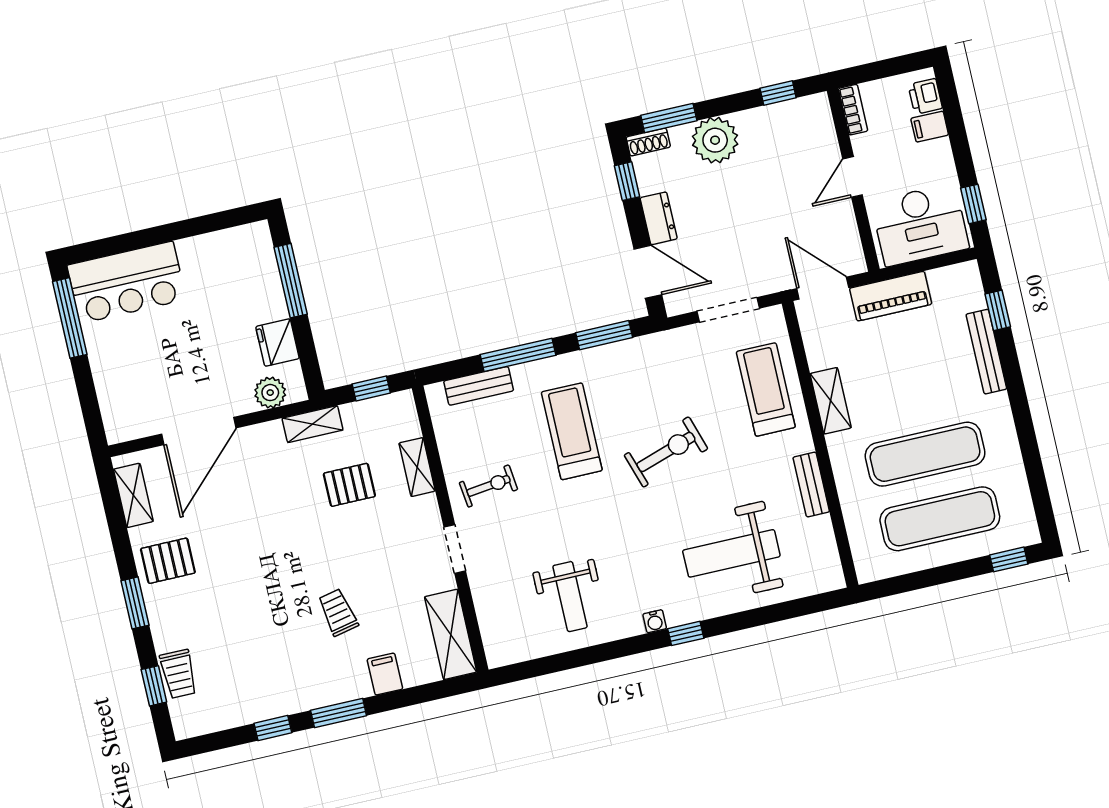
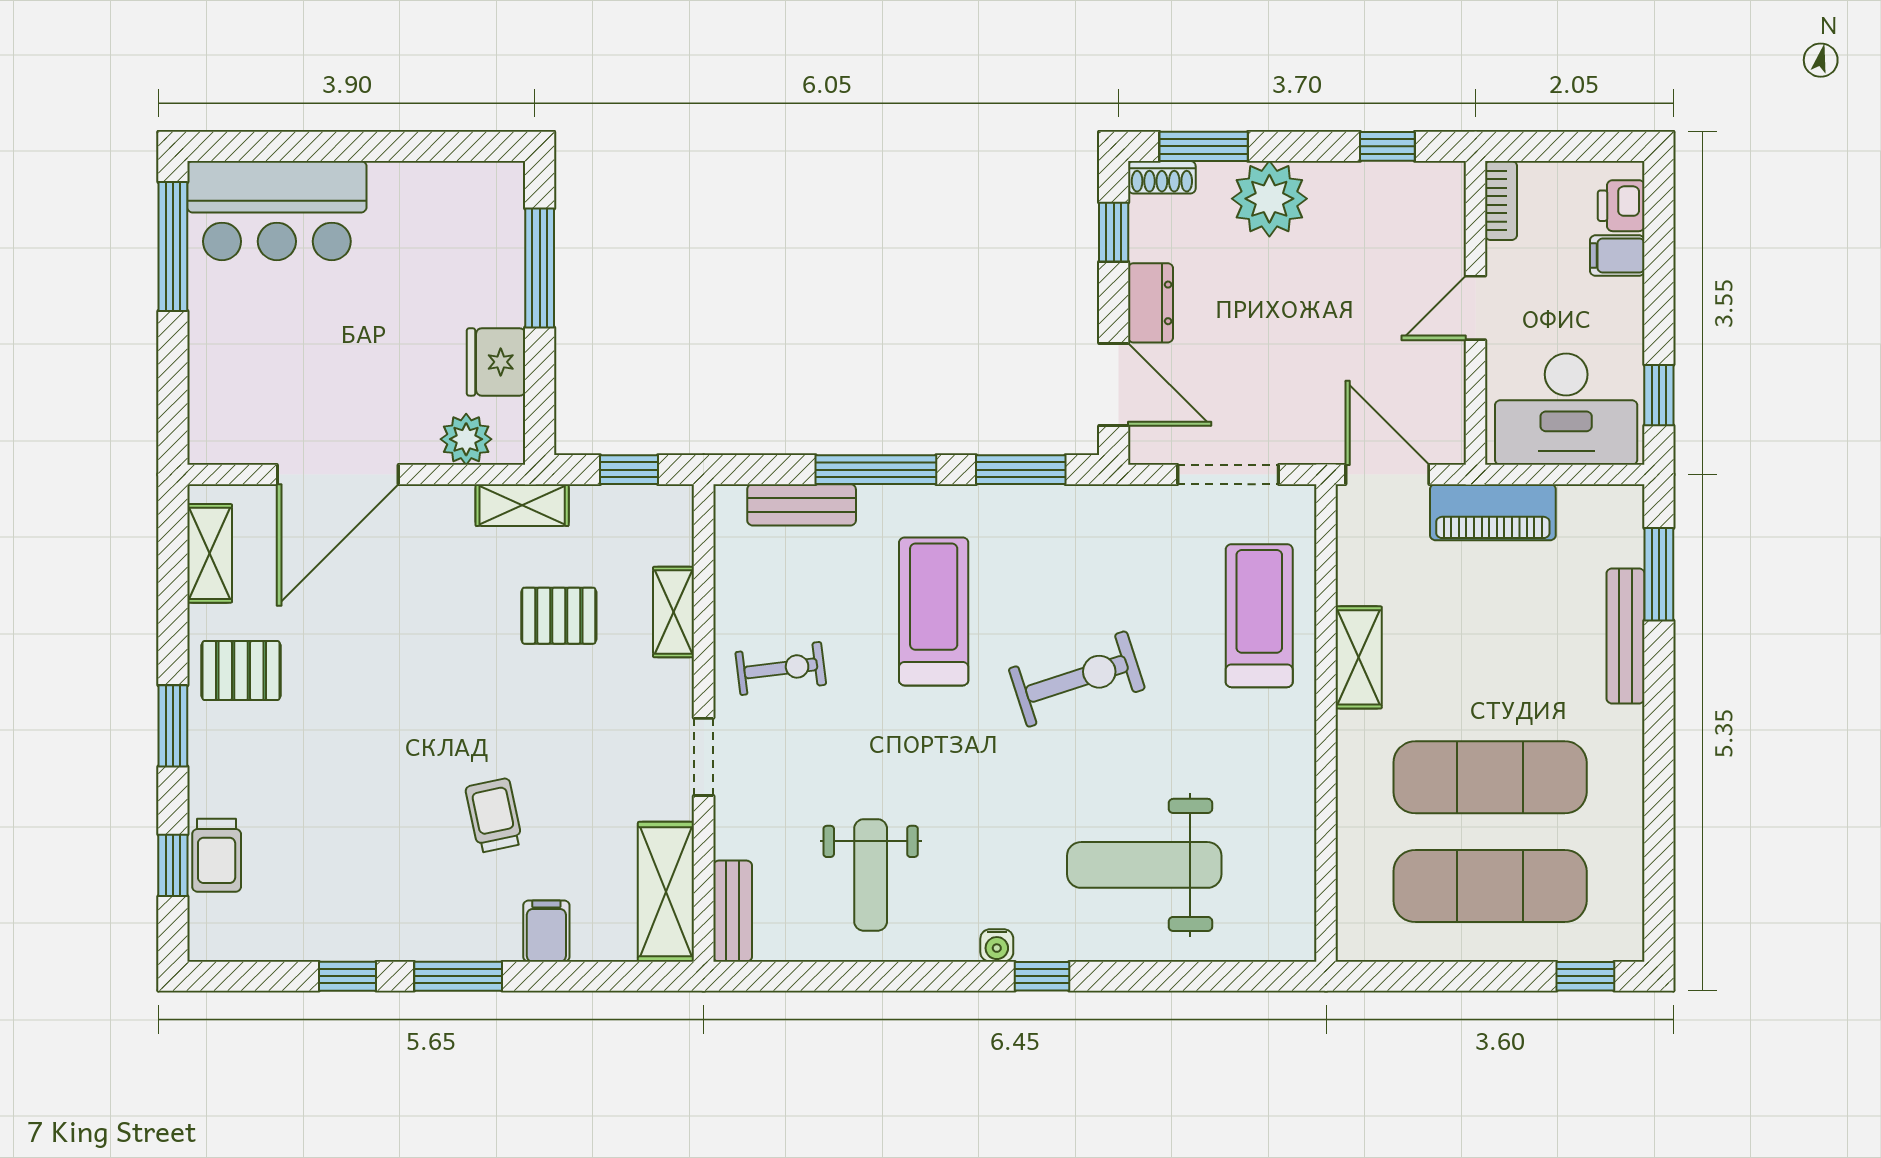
window: (998, 310) -> (1659, 574), width x1.50
bench: (811, 484) -> (733, 911), moved

